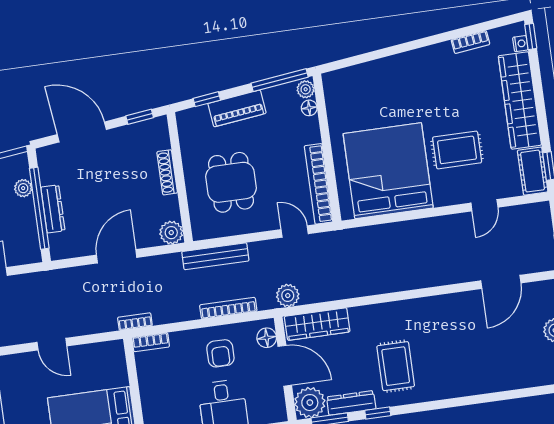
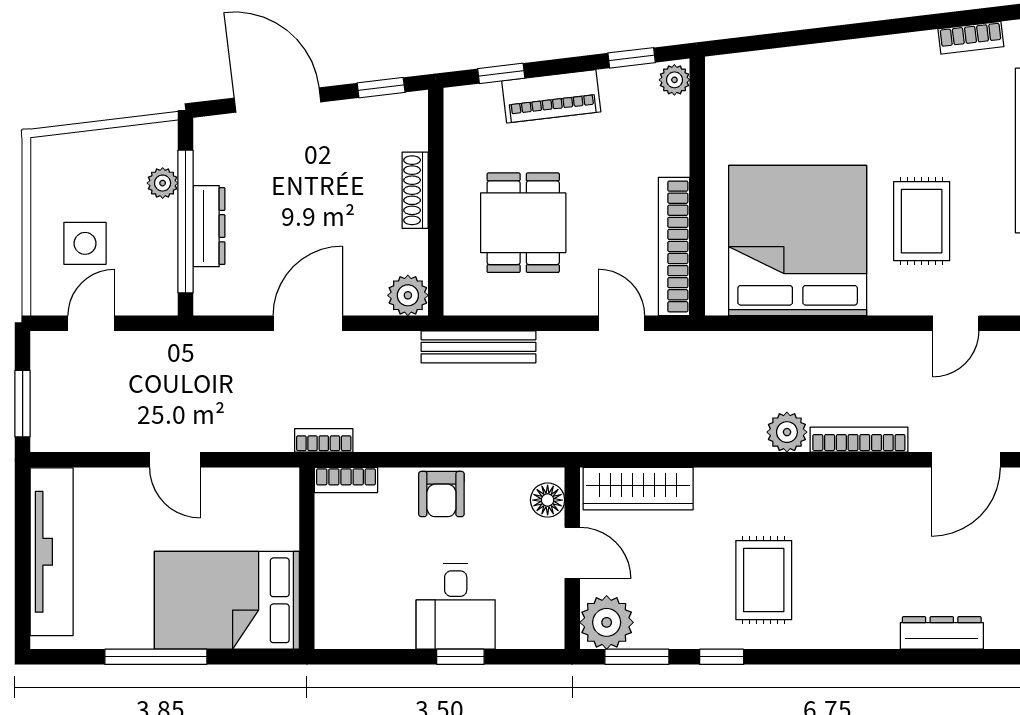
window: (280, 80) -> (632, 58), width x0.46
floor lamp: (309, 108) -> (676, 113), removed
rug: (457, 150) -> (922, 221), turned 90
plant: (288, 296) -> (787, 432), moved
bookcase: (228, 308) -> (859, 440), moved
armchair: (220, 353) -> (441, 494), moved
door: (285, 366) -> (572, 553), width x0.73
dresser: (351, 403) -> (942, 633), moved

